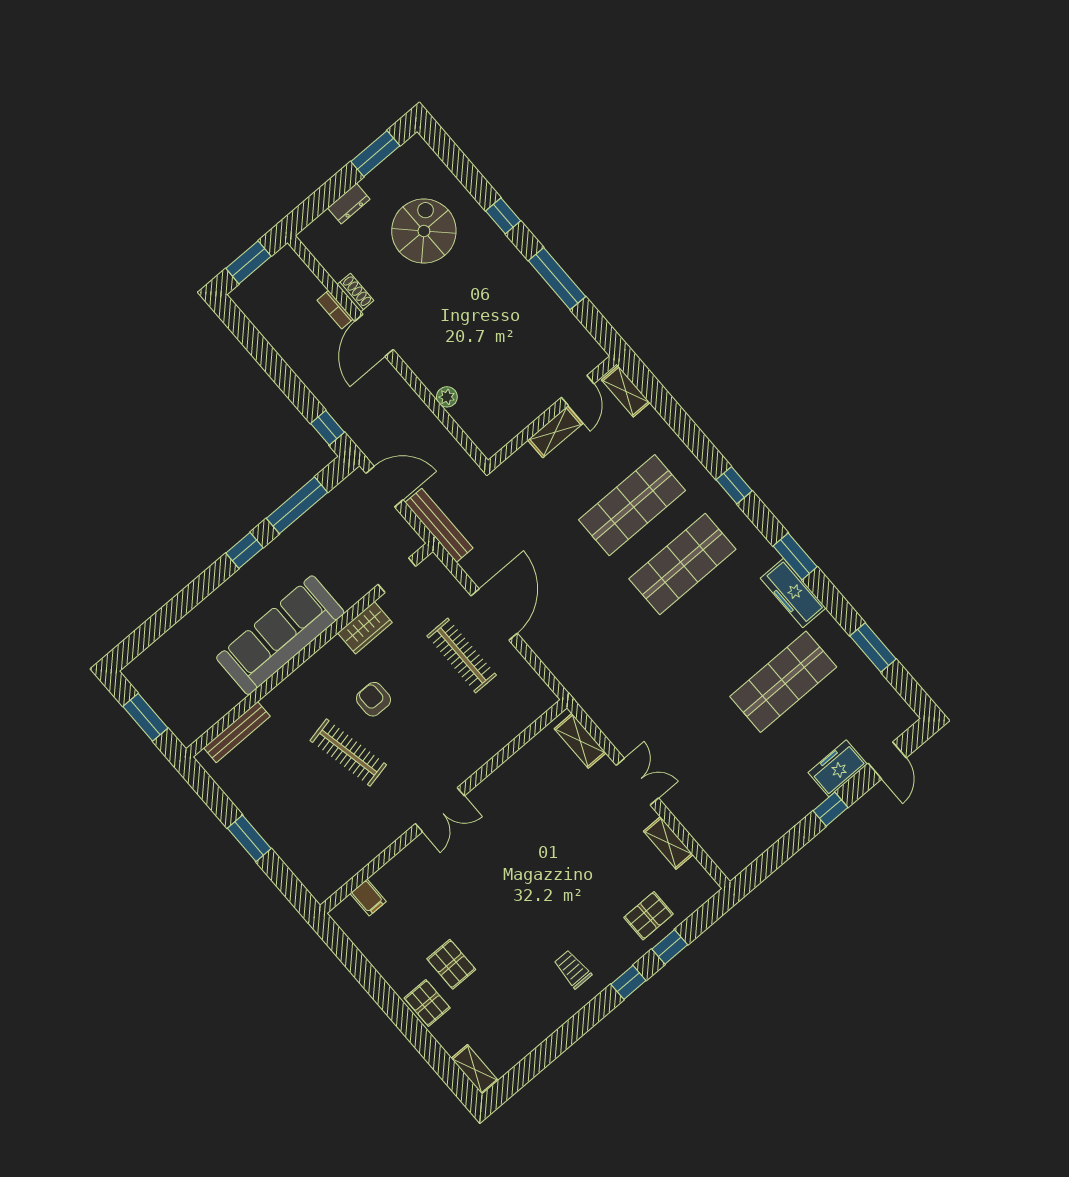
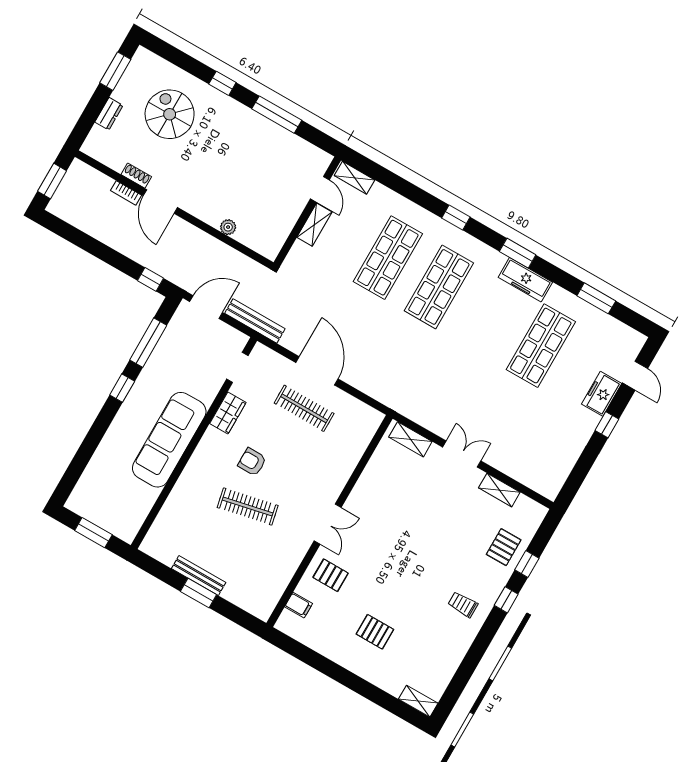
bench: (237, 732) -> (199, 576), moved, turned 90
pallet: (427, 1003) -> (331, 575), moved

